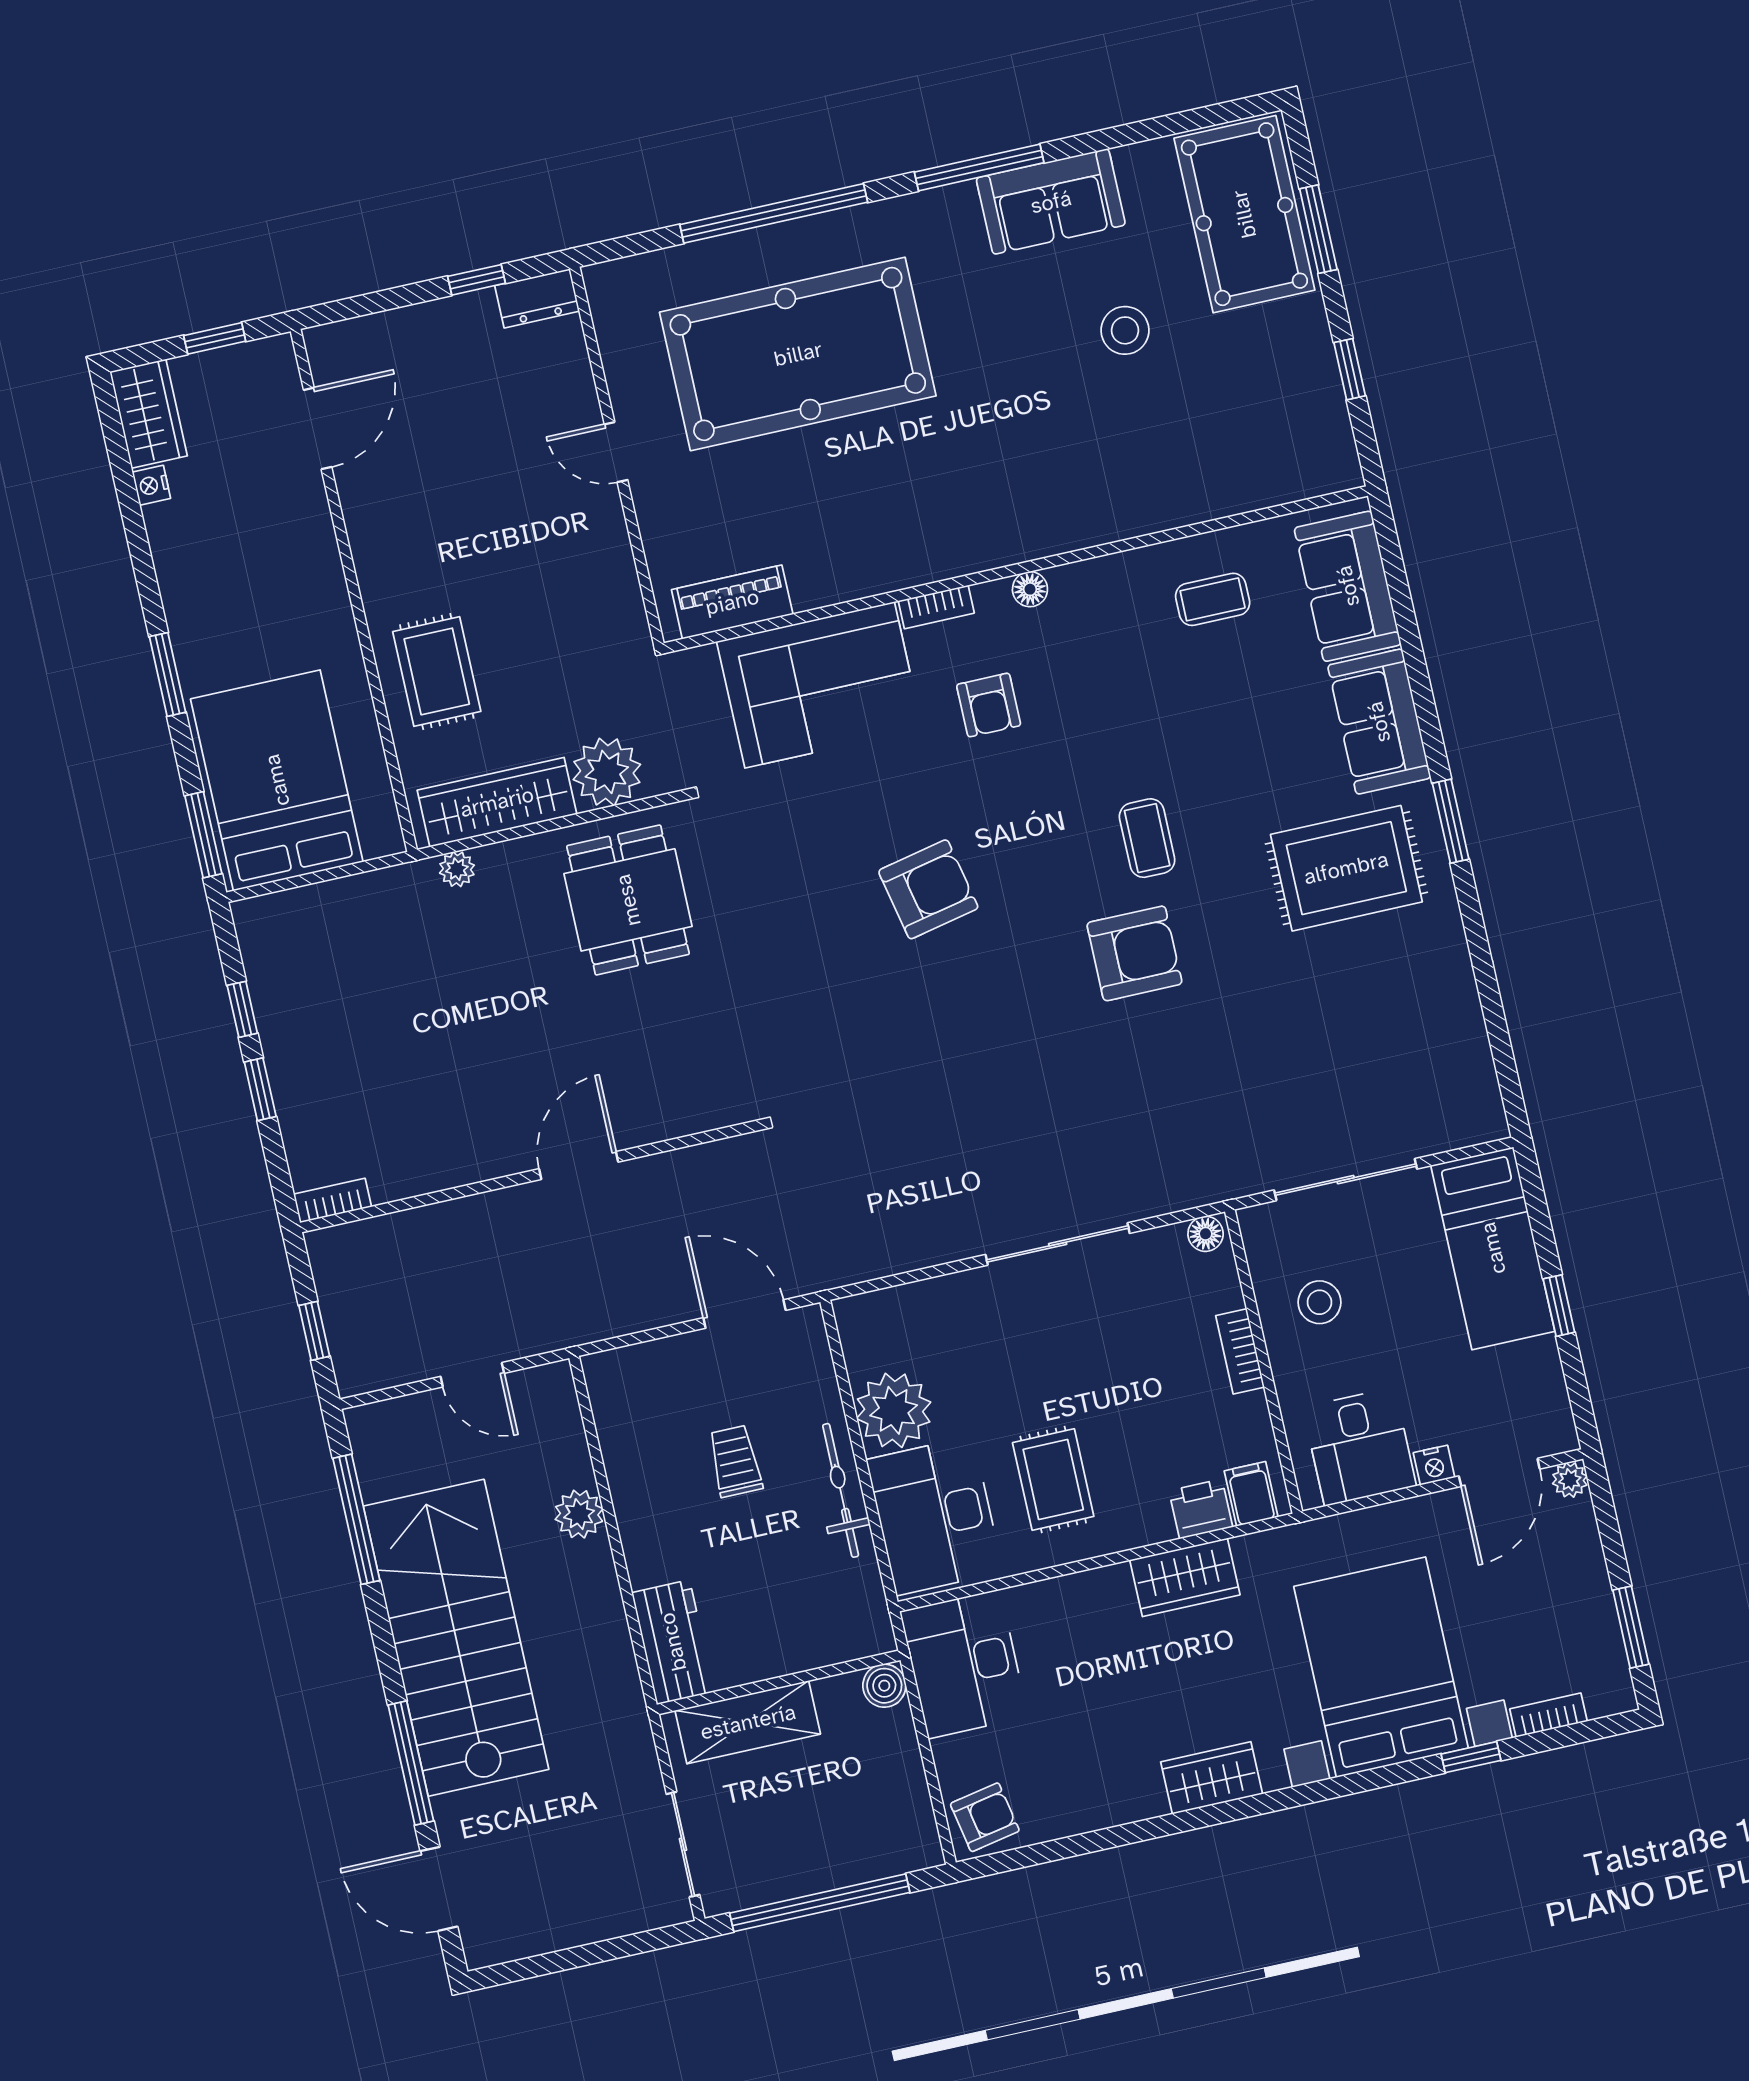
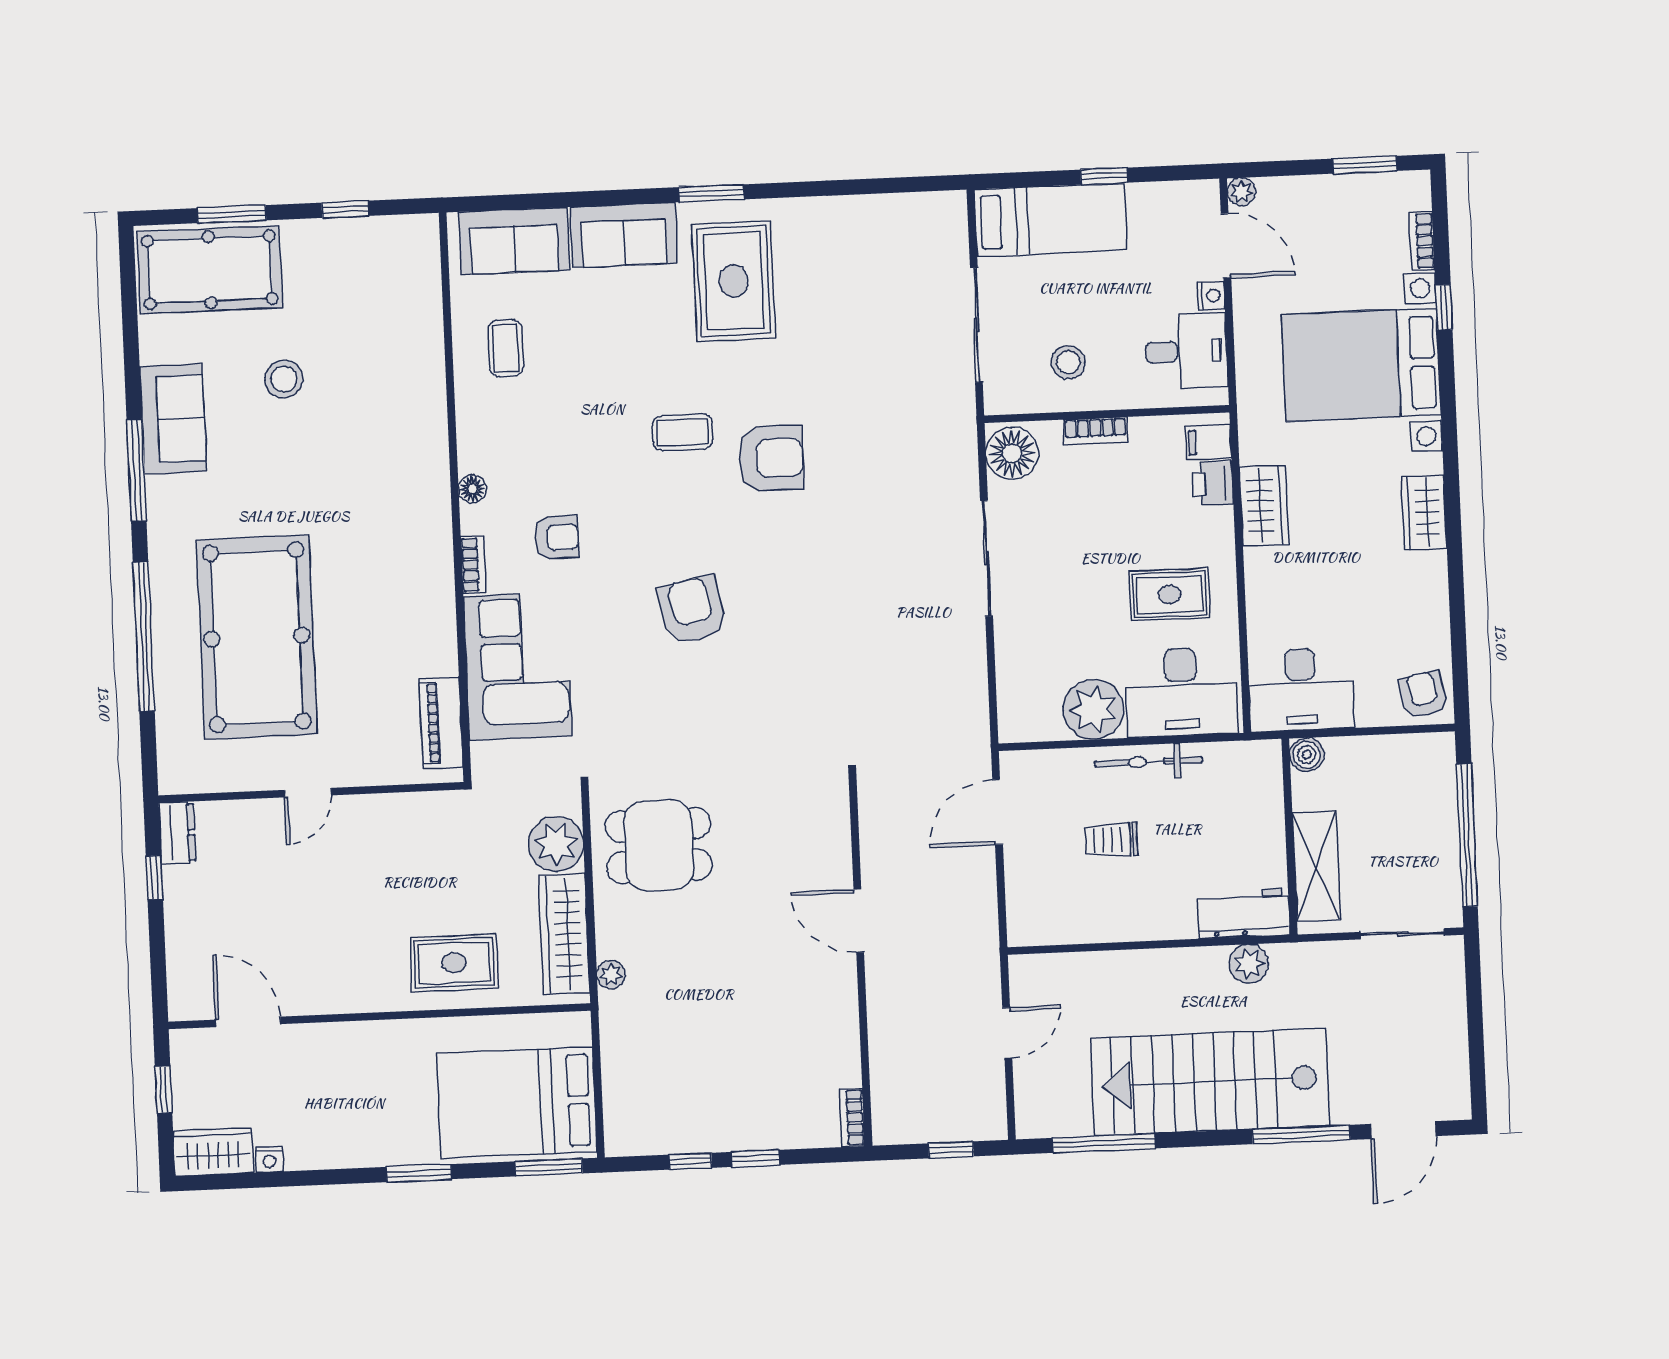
armchair: (1134, 953) -> (771, 458), turned 90
floor lamp: (1206, 1234) -> (1012, 453), width x1.89, depth x1.89
plant: (579, 1514) -> (1249, 964), moved

